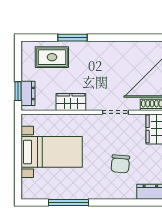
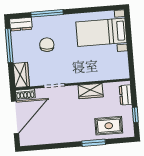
window: (18, 91) -> (135, 115), moved
bed with nightstands: (52, 152) -> (101, 32), moved
window: (68, 203) -> (47, 13), moved

